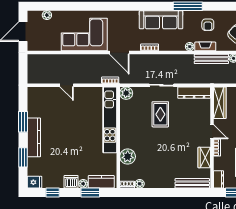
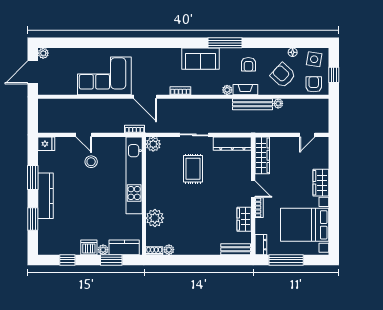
plant: (47, 15) -> (43, 53), moved
sofa: (161, 20) -> (200, 59), width x0.73
stool: (73, 108) -> (91, 162), added
fridge: (34, 182) -> (46, 144), moved
bench: (192, 183) -> (236, 249), width x0.73

